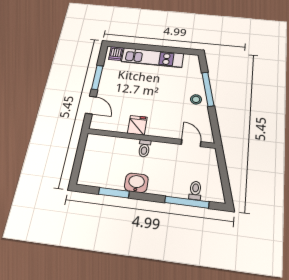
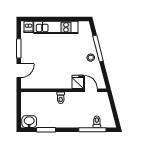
door: (91, 105) -> (19, 71), hinge flipped
fridge: (137, 125) -> (78, 82), moved
washbasin: (136, 183) -> (29, 122), moved

